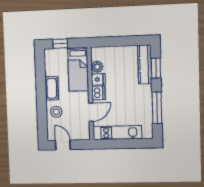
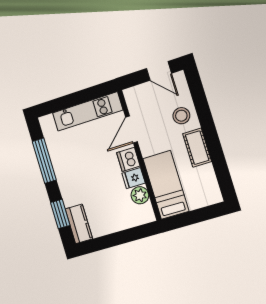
window: (60, 44) -> (202, 215), removed
kitchen counter: (145, 64) -> (79, 224), width x0.67

